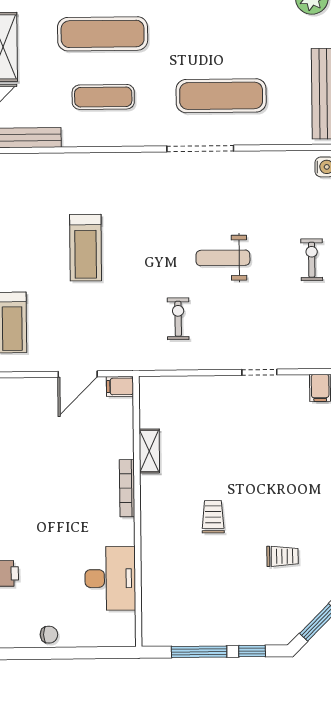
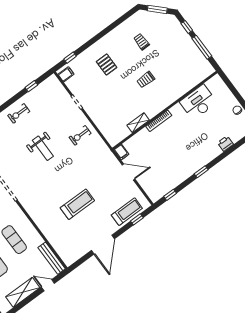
exercise bike: (178, 319) -> (80, 135), moved
pallet: (287, 469) -> (107, 65), added

